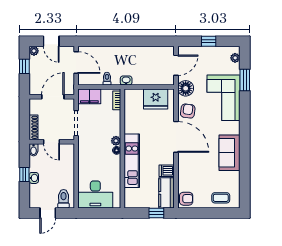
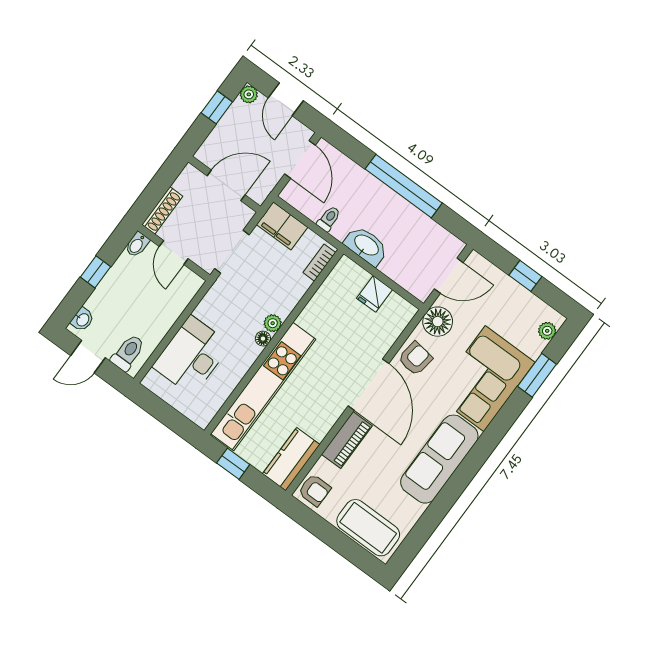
window: (129, 41) -> (404, 186), added
washbasin: (126, 80) -> (366, 246), width x1.91, depth x1.45
fridge: (156, 99) -> (374, 294), width x0.53, depth x0.75
sofa: (229, 153) -> (439, 459), width x1.36
kitchen unit: (132, 161) -> (263, 386), width x1.36
piano: (184, 167) -> (347, 440), added
dishwasher: (167, 171) -> (316, 426), removed
washbasin: (34, 178) -> (82, 320), moved
desk: (95, 194) -> (192, 356), moved, turned 90
coffee table: (221, 198) -> (368, 528), width x1.86, depth x1.72
window: (156, 213) -> (233, 464), moved

